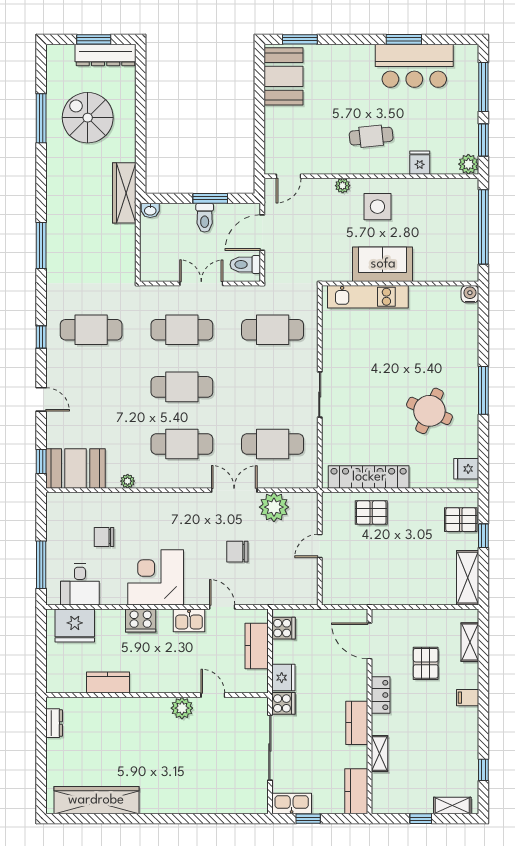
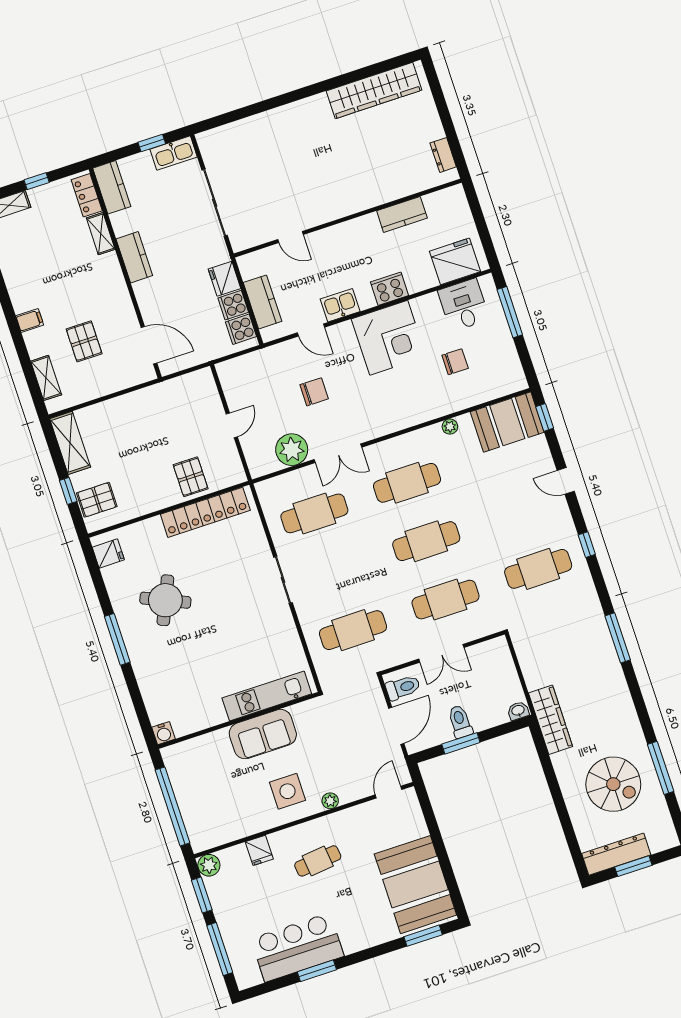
booth: (283, 76) -> (415, 885), width x1.36, depth x1.42
pallet: (371, 513) -> (191, 477), turned 90
locker: (381, 695) -> (87, 195), moved
cooker: (283, 703) -> (233, 305), moved
plant: (182, 708) -> (318, 213), removed

